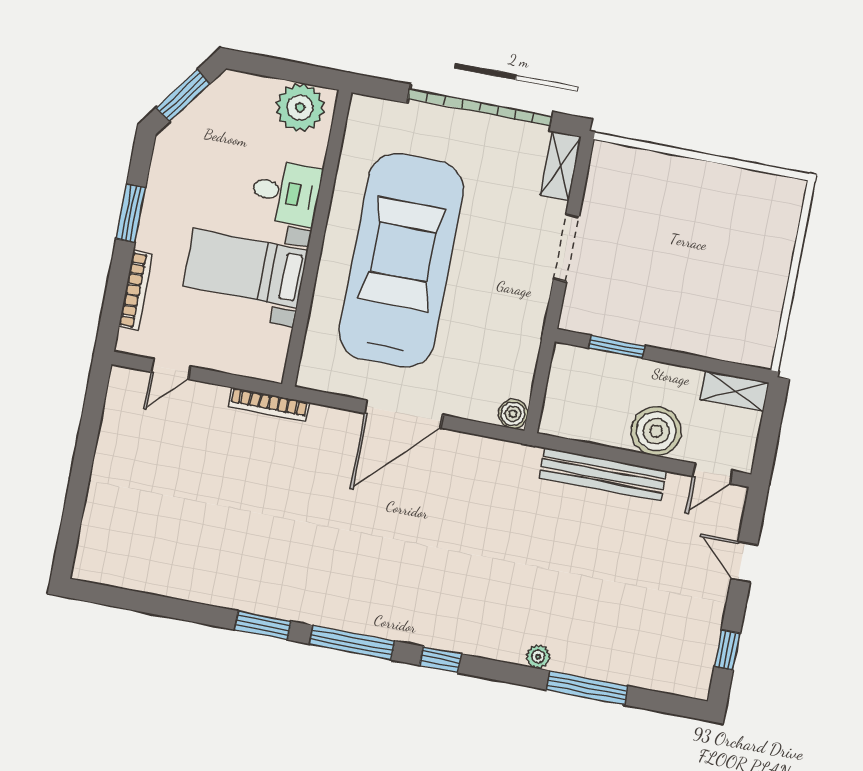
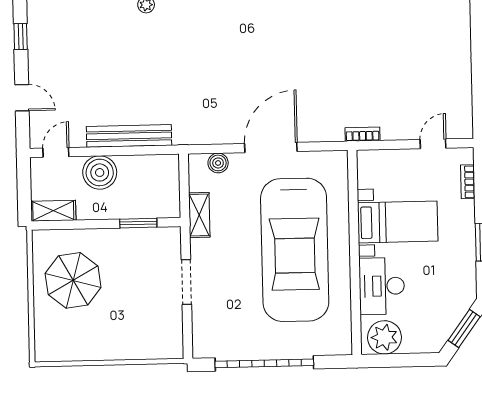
shelving: (561, 166) -> (199, 215), moved
desk: (286, 193) -> (382, 286), width x1.37
parasol: (728, 285) -> (73, 280), added
bookcase: (136, 290) -> (468, 182), width x0.64
bookcase: (269, 405) -> (363, 134), width x0.64
boiler: (513, 414) -> (218, 163), moved

